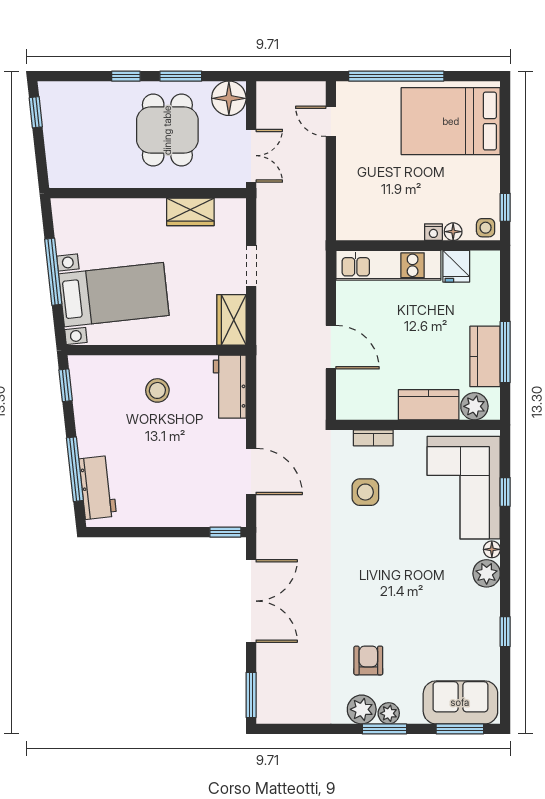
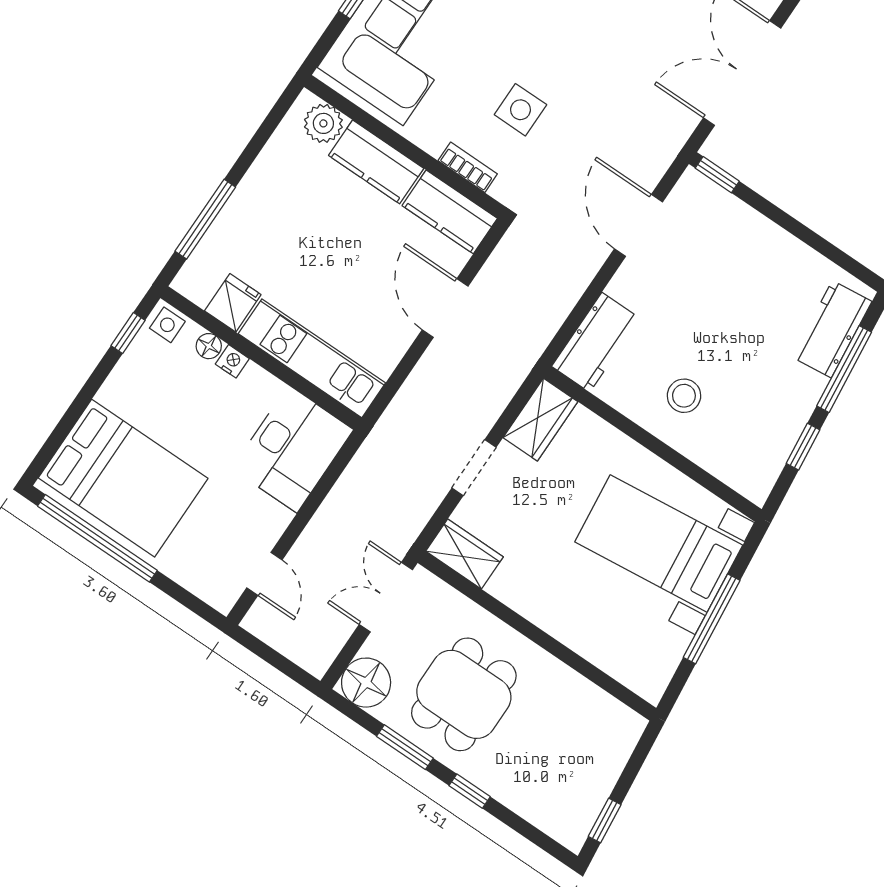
window: (396, 76) -> (97, 538), moved
desk: (364, 205) -> (293, 449), added
wardrobe: (190, 212) -> (465, 554), moved
window: (505, 352) -> (205, 219), moved
kitchen counter: (485, 356) -> (450, 212), moved, turned 90
window: (66, 385) -> (803, 447), moved

